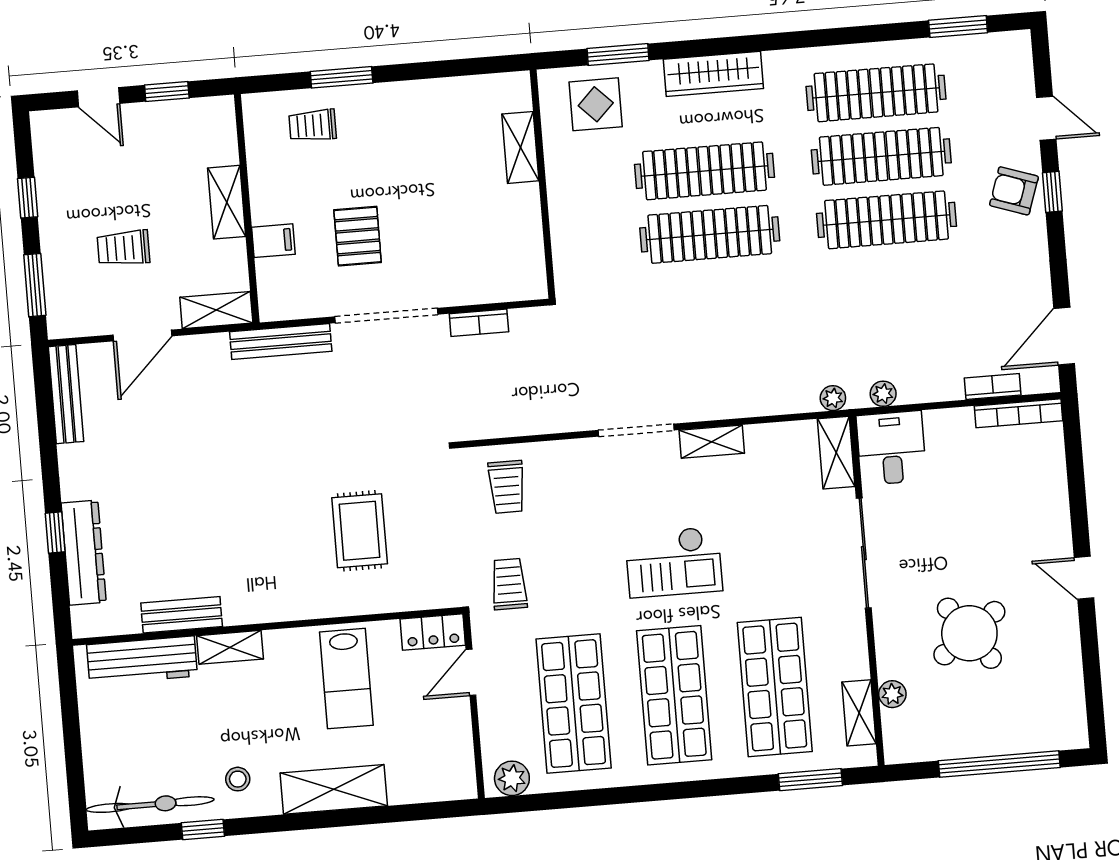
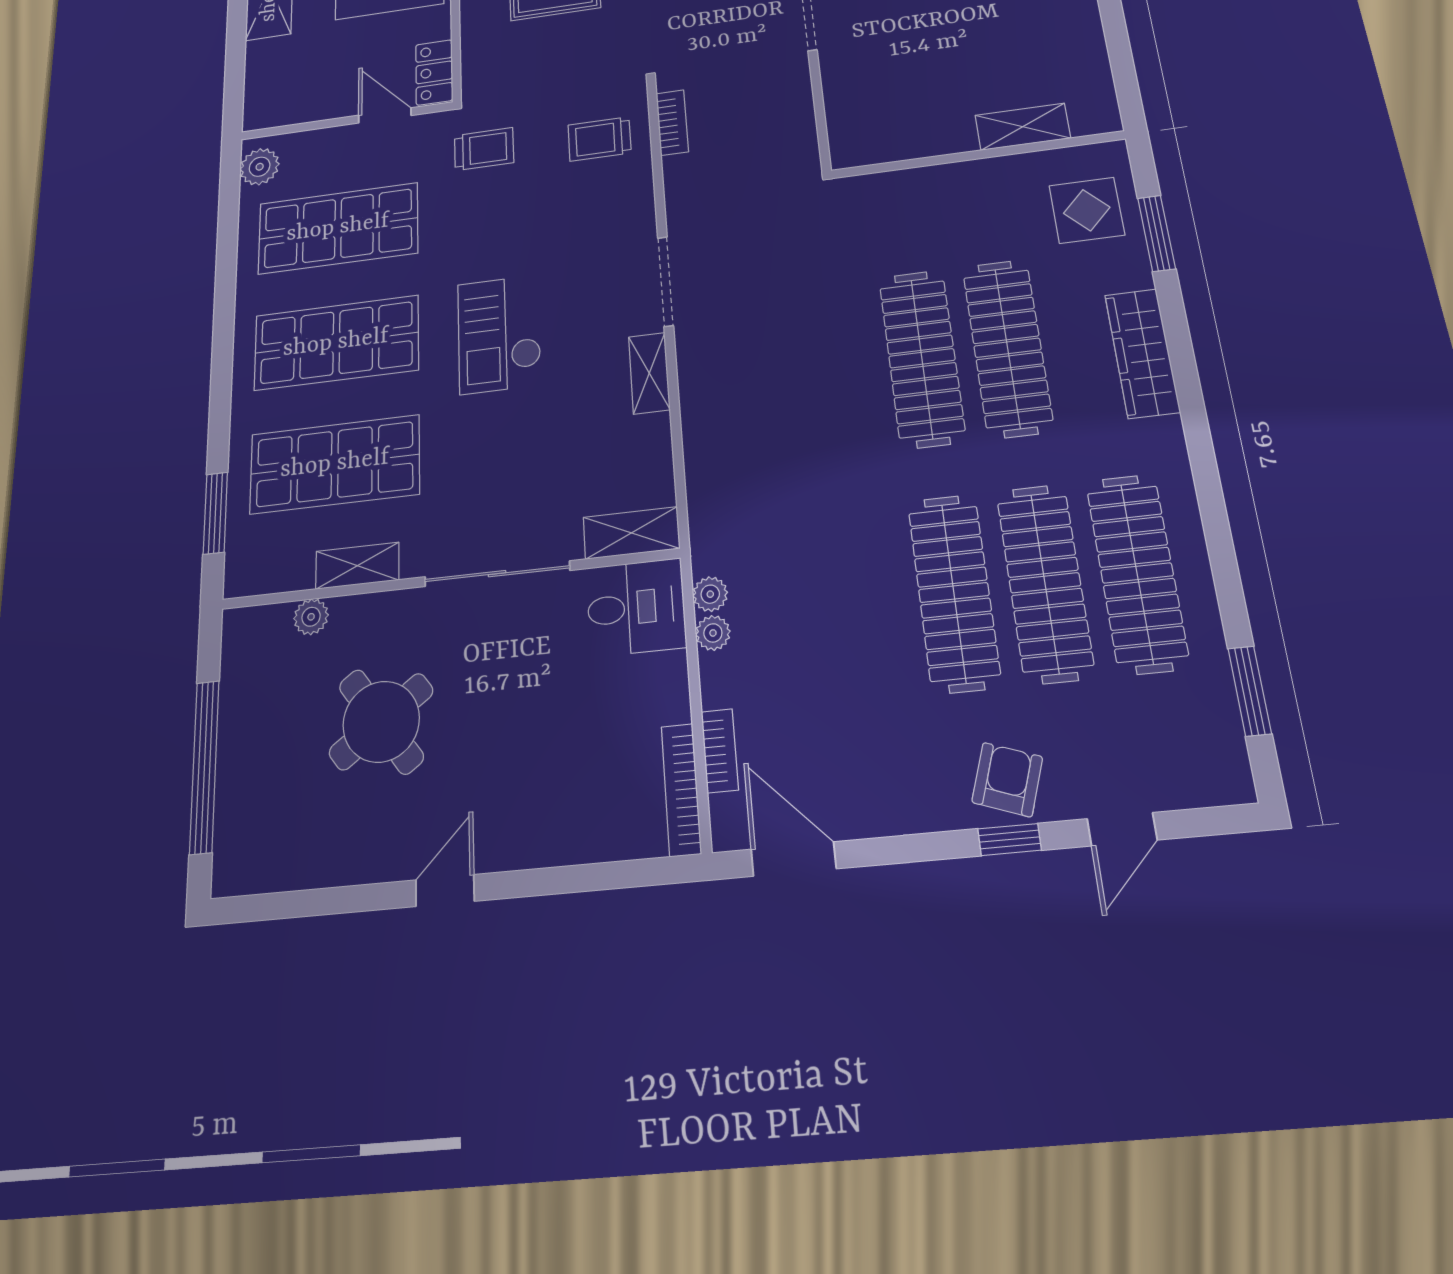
bookcase: (479, 323) -> (672, 123), moved, turned 180
plant: (833, 398) -> (713, 633), moved
shelving: (859, 713) -> (357, 566), moved

